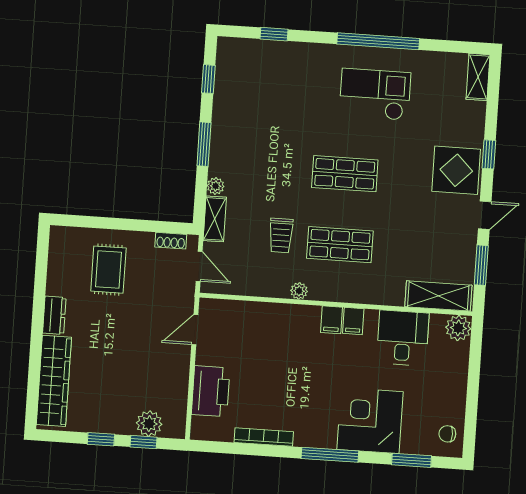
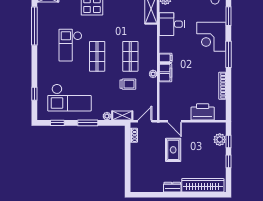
window: (378, 41) -> (34, 26), moved
checkout: (375, 94) -> (70, 45), moved
checkout: (261, 109) -> (69, 98), added
rug: (108, 270) -> (173, 150), moved, turned 90
filing cabinet: (353, 321) -> (165, 73), moved, width x2.00

